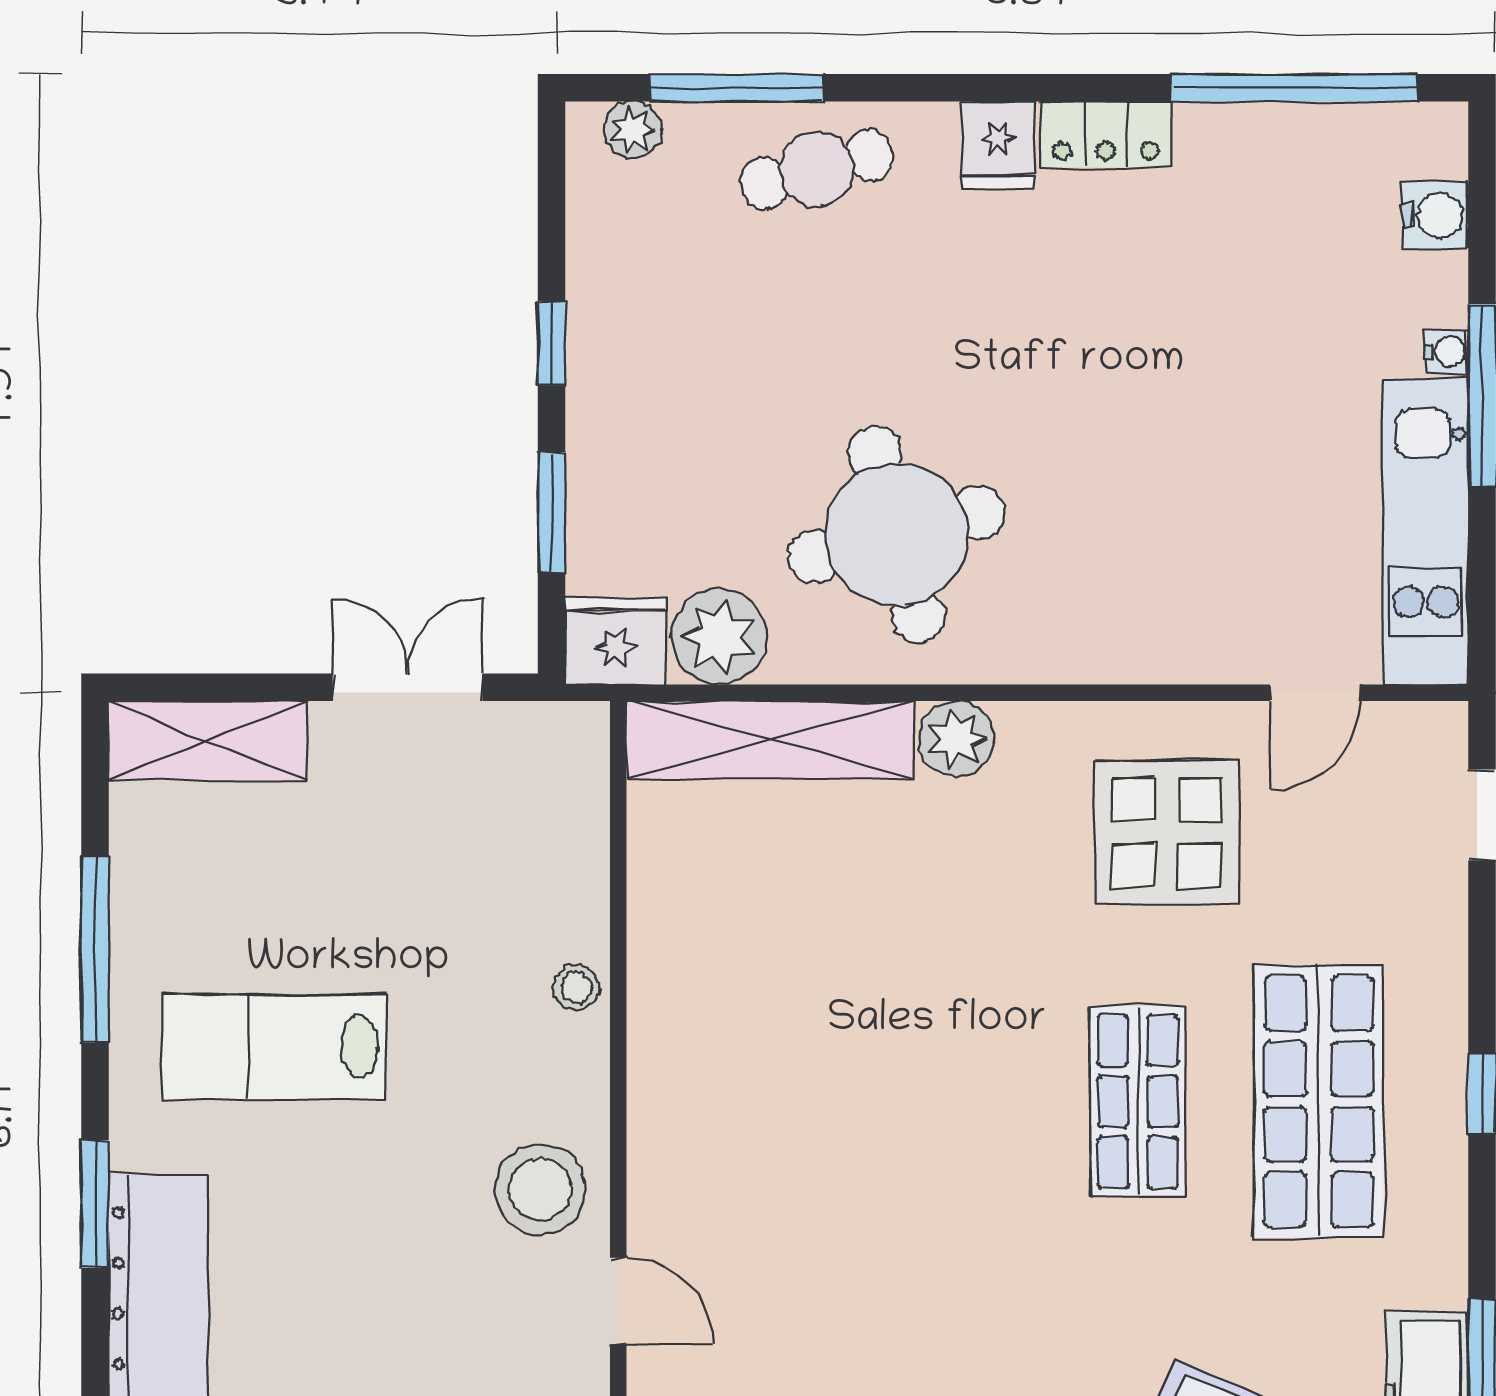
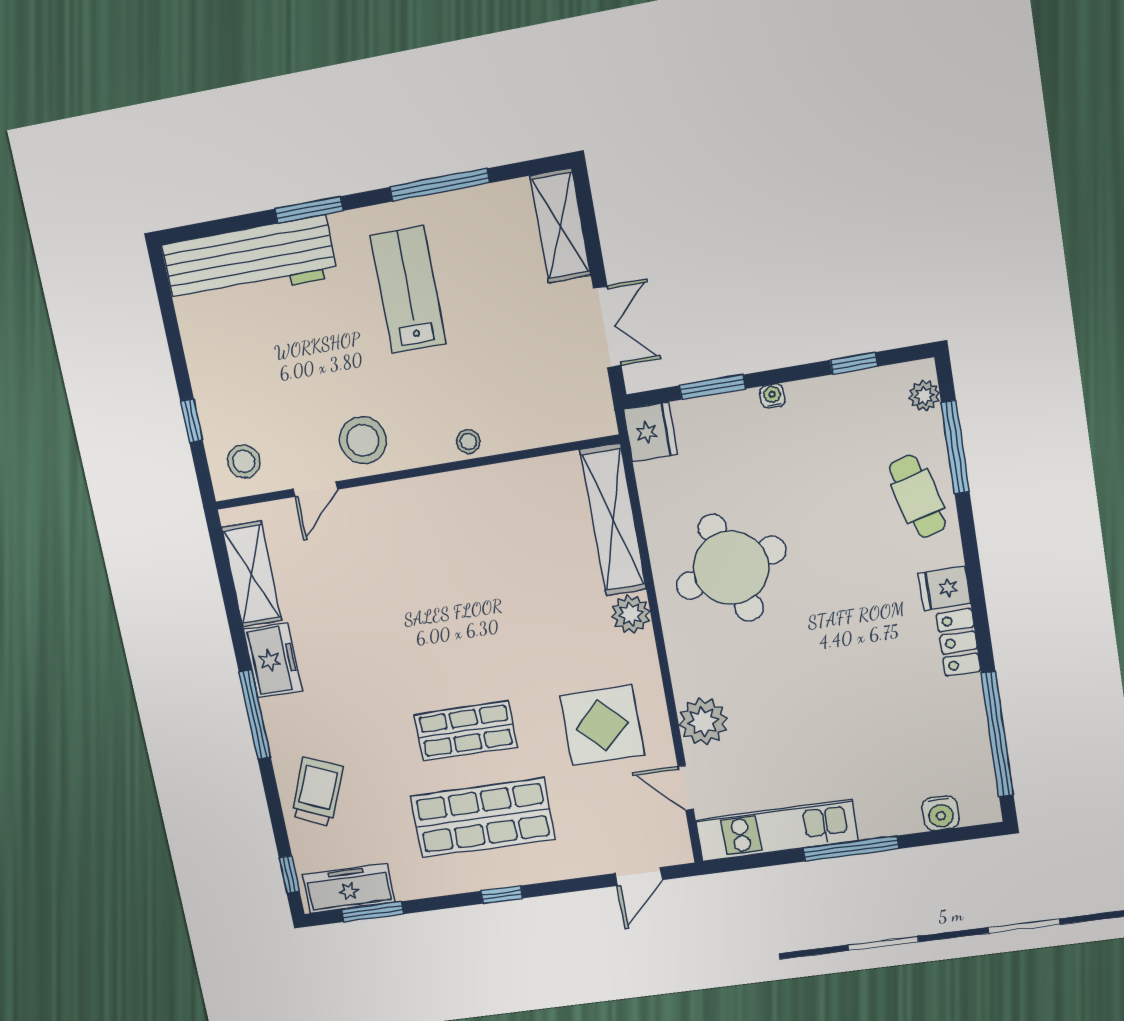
window: (551, 343) -> (854, 363), moved
water cooler: (1447, 352) -> (772, 396), moved, turned 180
plant: (719, 637) -> (703, 722), moved

